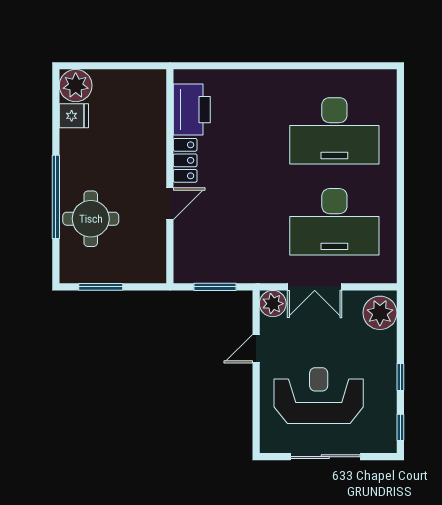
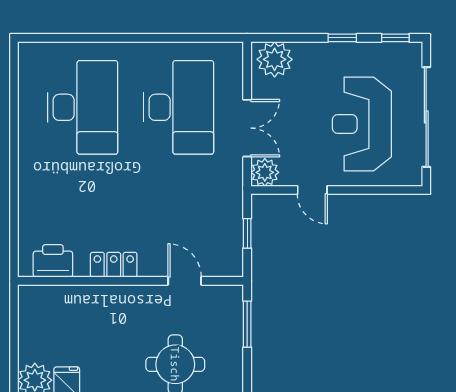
printer: (192, 110) -> (53, 261), width x0.73, depth x0.84
door: (170, 204) -> (185, 281), moved
window: (101, 287) -> (247, 324), moved
window: (215, 287) -> (247, 233), width x0.67
sliding door: (325, 457) -> (426, 117), width x1.36

